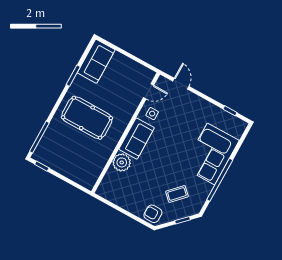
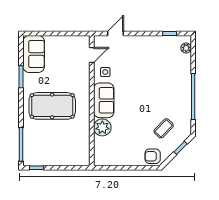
door: (181, 84) -> (116, 34), hinge flipped
plant: (238, 132) -> (186, 48), added
corner sofa: (211, 154) -> (174, 79), removed

